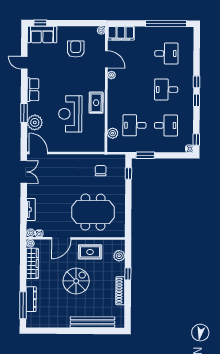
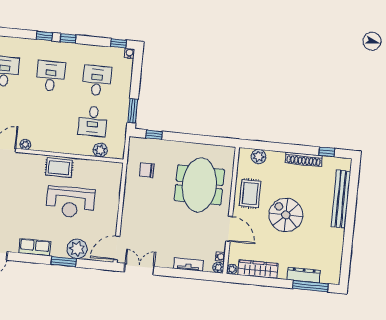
desk: (166, 89) -> (51, 76), turned 180
window: (128, 274) -> (327, 152), moved

